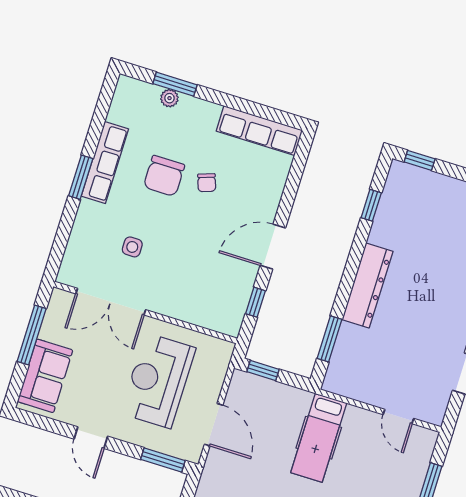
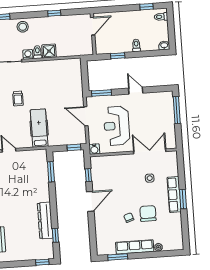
window: (175, 84) -> (118, 257), moved
row of seats: (259, 131) -> (135, 247), moved
row of seats: (105, 163) -> (174, 195), moved
dresser: (367, 285) -> (45, 221), moved
window: (32, 335) -> (177, 110), moved
water cooler: (222, 351) -> (94, 149), added
sofa: (45, 376) -> (165, 109), removed
reception desk: (158, 381) -> (117, 126), turned 180

